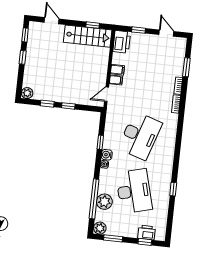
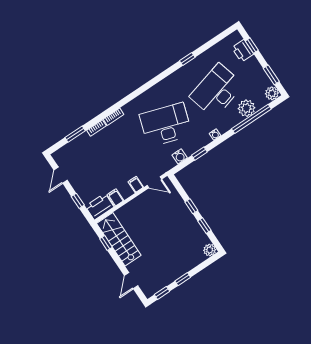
filing cabinet: (117, 70) -> (115, 198), moved
water cooler: (107, 155) -> (180, 156), moved

